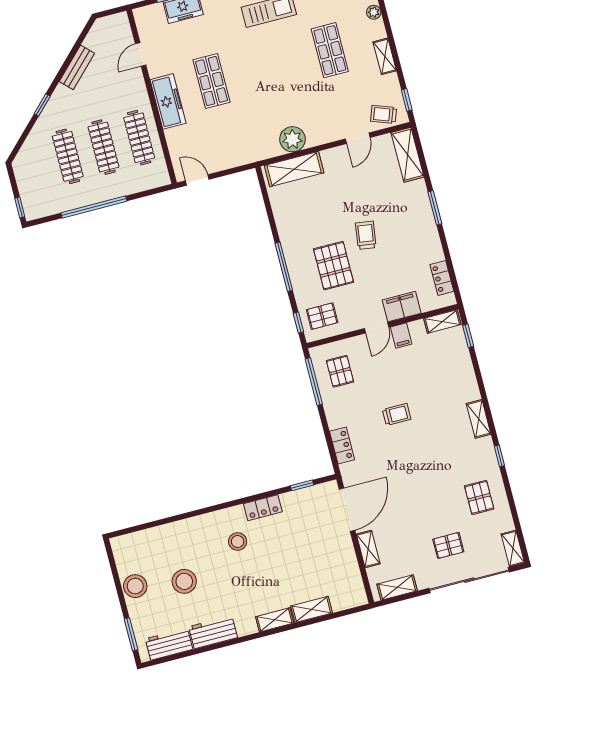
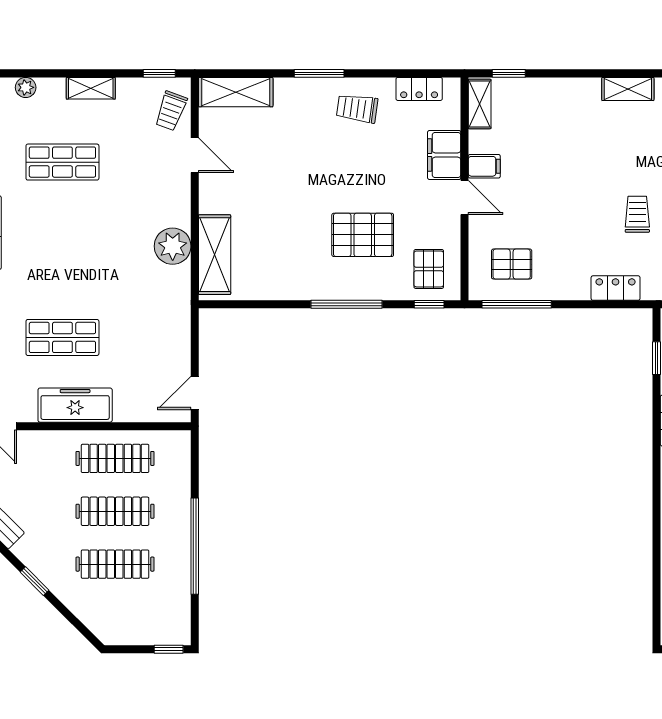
trolley: (366, 235) -> (357, 108), moved
trolley: (397, 414) -> (637, 214), moved

